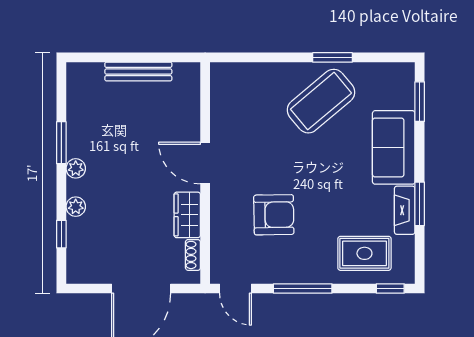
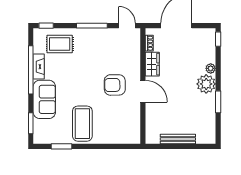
window: (332, 57) -> (62, 146), moved
coffee table: (321, 101) -> (82, 124), turned -50
plant: (76, 168) -> (206, 84), width x1.87, depth x1.87
window: (420, 204) -> (31, 70), width x2.11
armchair: (274, 215) -> (115, 85), moved
window: (61, 234) -> (218, 39), moved

